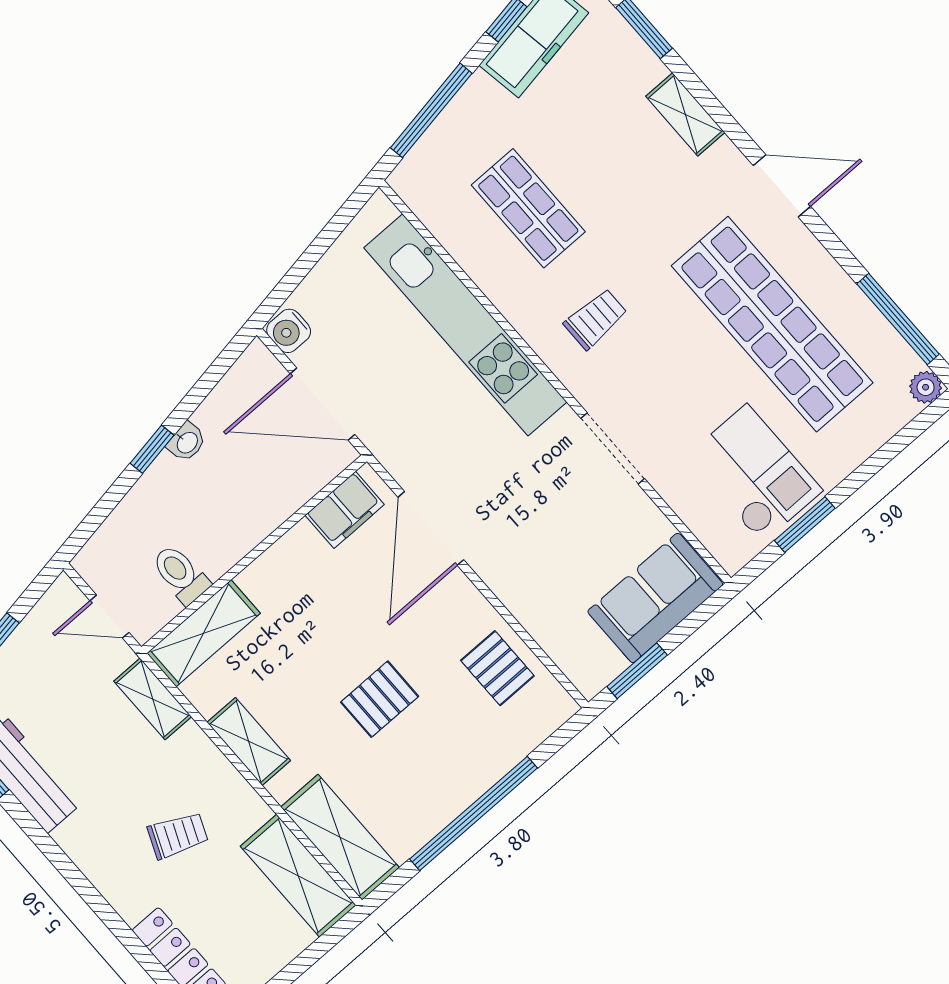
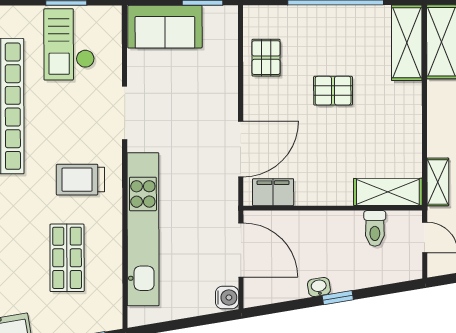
trolley: (596, 319) -> (80, 180), width x1.36, depth x1.39
shelving: (249, 741) -> (410, 124), removed

